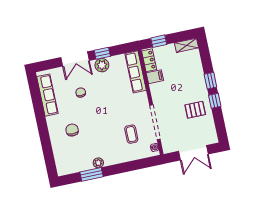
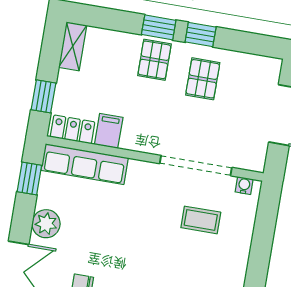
window: (102, 53) -> (29, 178), moved
pallet: (195, 85) -> (154, 60), added

